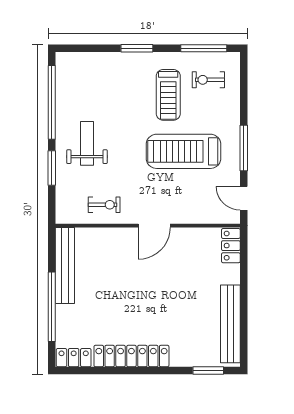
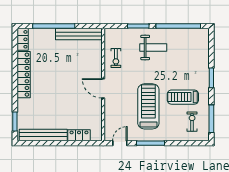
locker: (231, 246) -> (79, 135), moved

